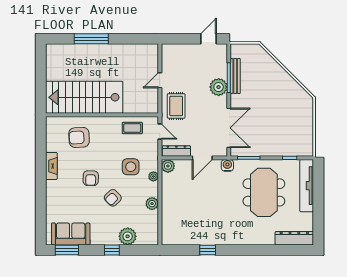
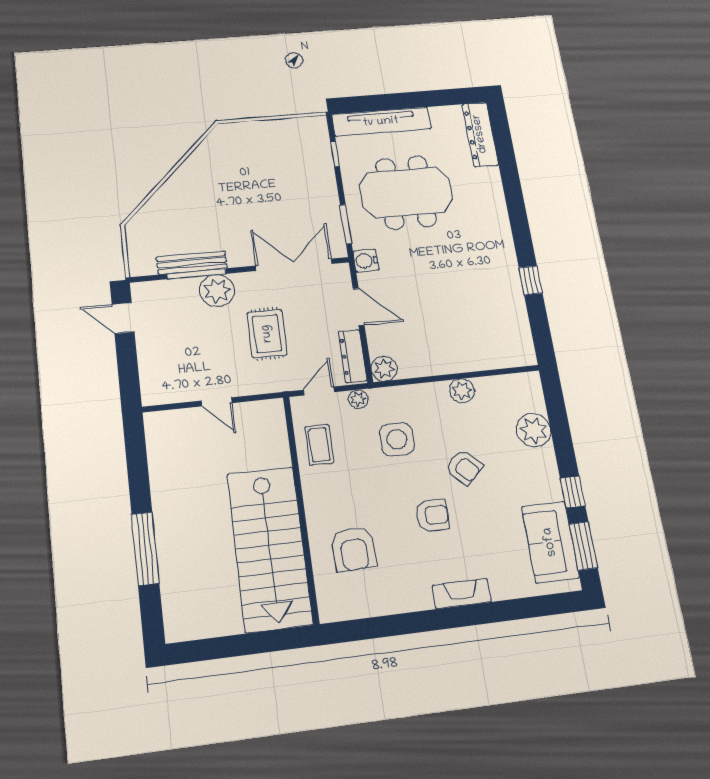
rug: (176, 106) -> (267, 334), moved, turned 90
fireplace: (51, 166) -> (462, 593), moved
plant: (153, 176) -> (358, 399), moved
window: (112, 250) -> (573, 492), moved

